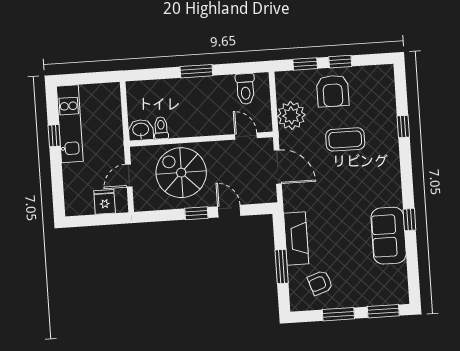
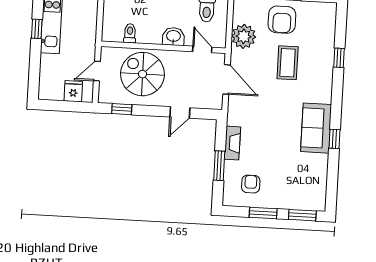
washbasin: (141, 130) -> (173, 36), moved
coffee table: (345, 139) -> (288, 63), turned 90
door: (229, 211) -> (180, 112), swing flipped
window: (196, 213) -> (122, 109), moved
sofa: (389, 236) -> (316, 128), moved
fireplace: (296, 238) -> (233, 143), width x0.73, depth x0.76
armchair: (320, 283) -> (251, 184), turned 109

